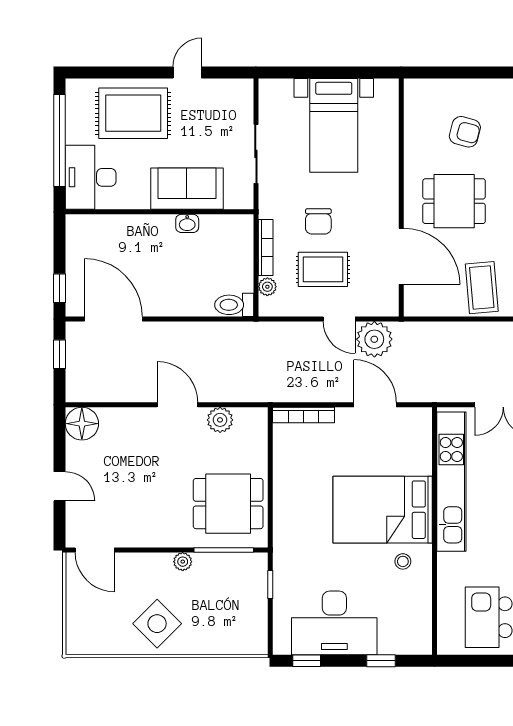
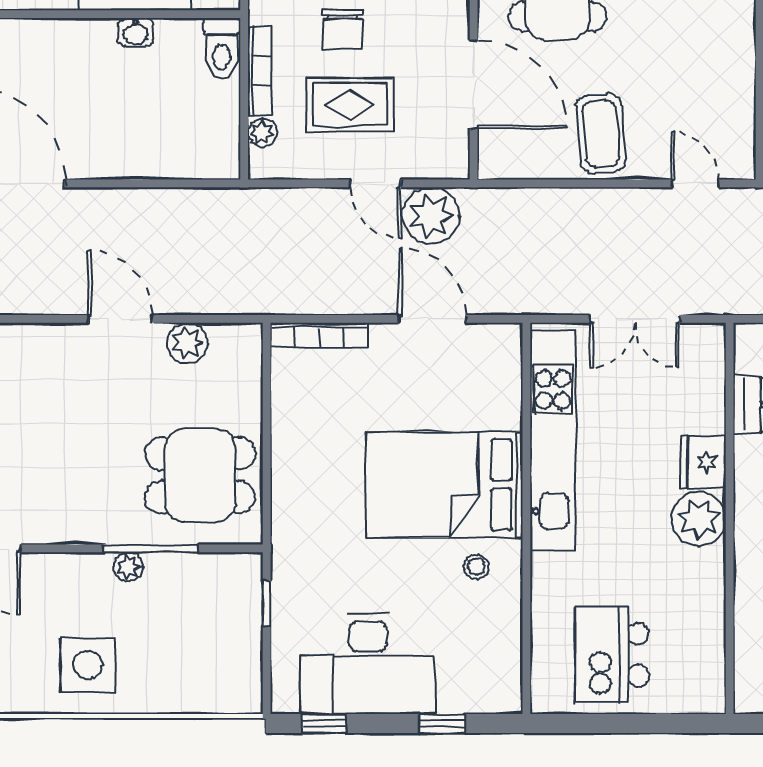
toilet: (234, 305) -> (222, 48), moved, turned -90
window: (224, 550) -> (151, 548), moved
side table: (157, 624) -> (88, 665), turned 45

